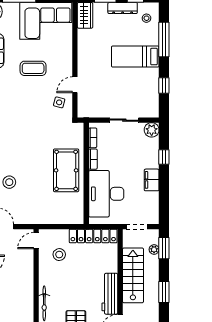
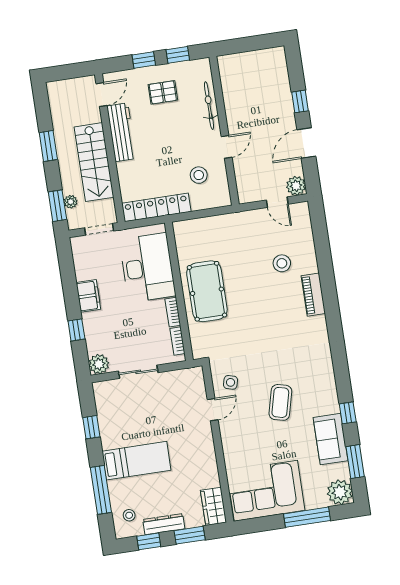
coffee table: (33, 68) -> (280, 402), moved, turned -76
door: (36, 241) -> (227, 147), moved

